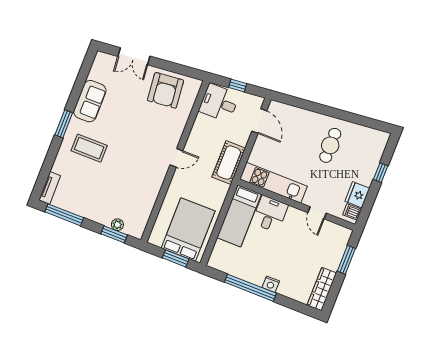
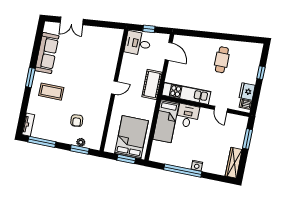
armchair: (166, 90) -> (77, 121), moved, width x0.53, depth x0.53
sofa: (90, 101) -> (47, 53), width x1.36

